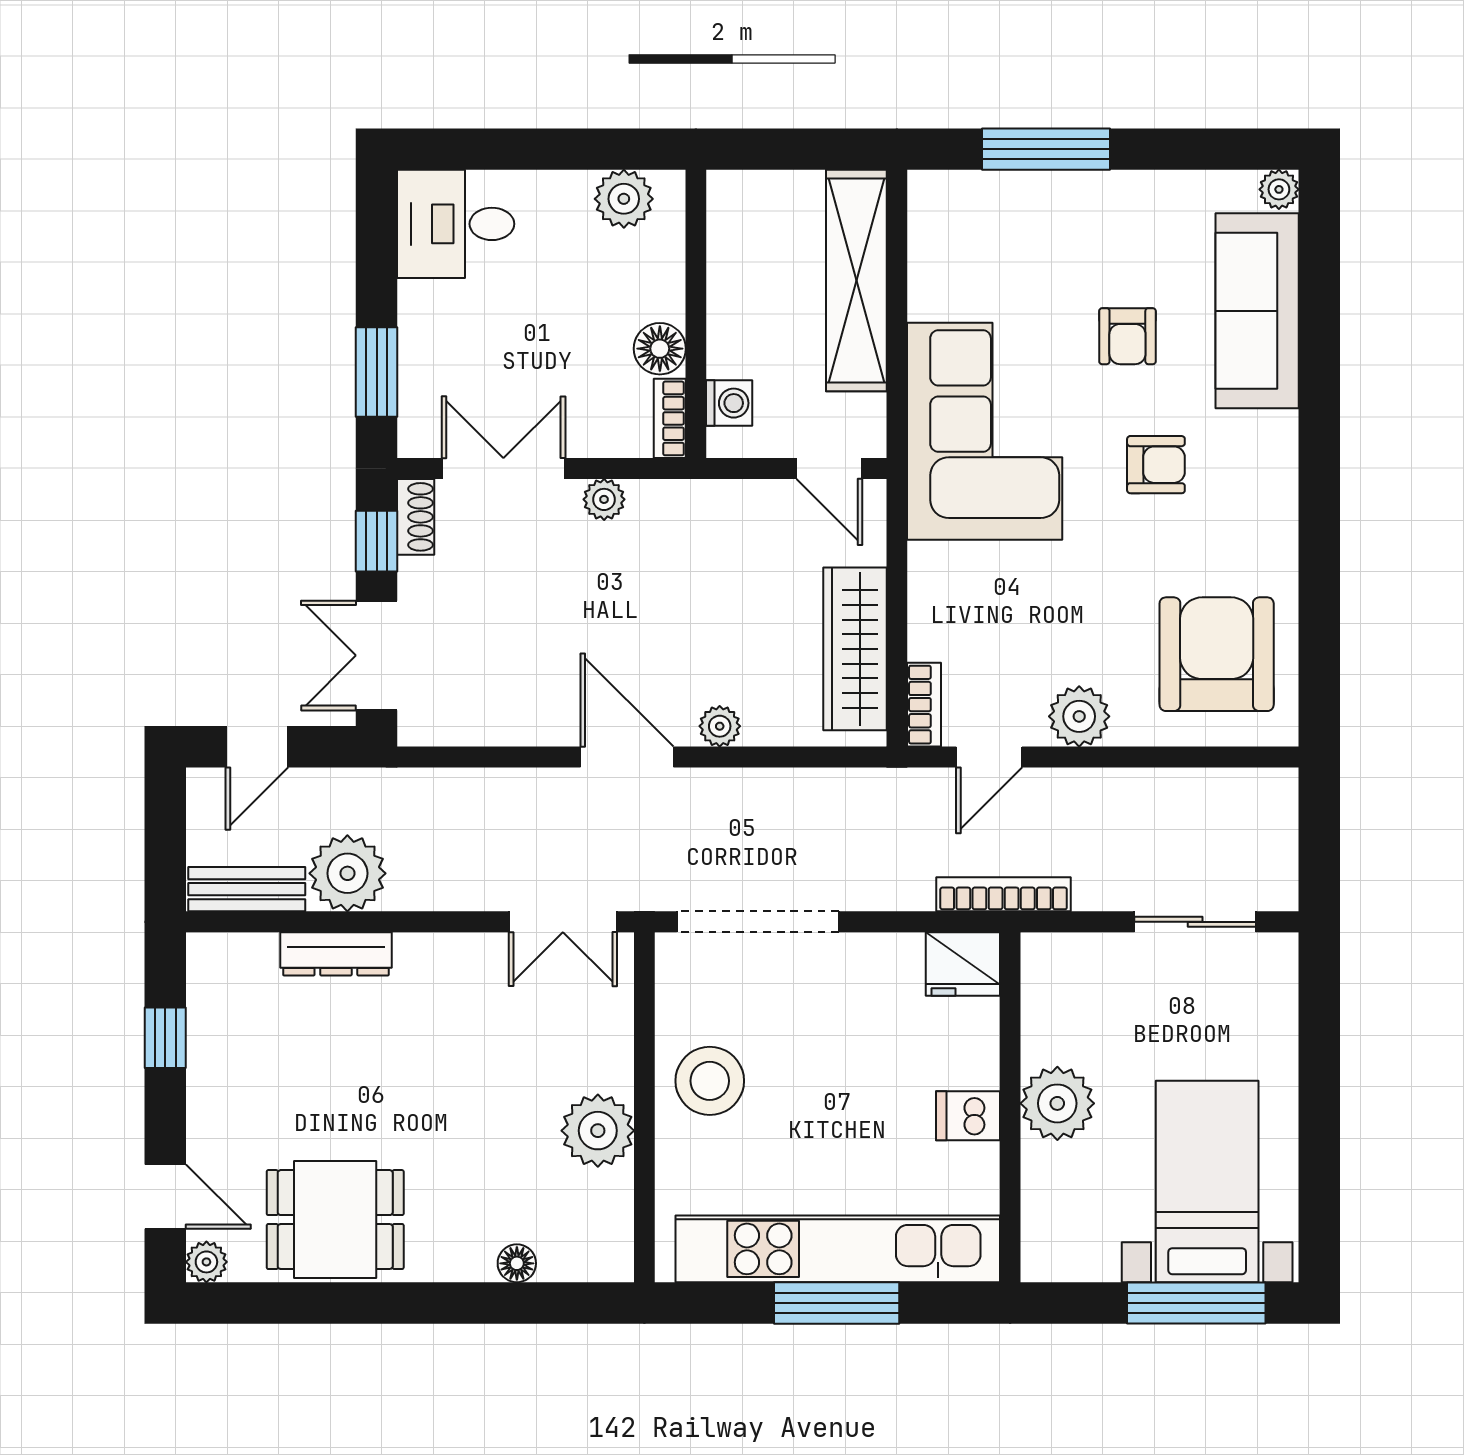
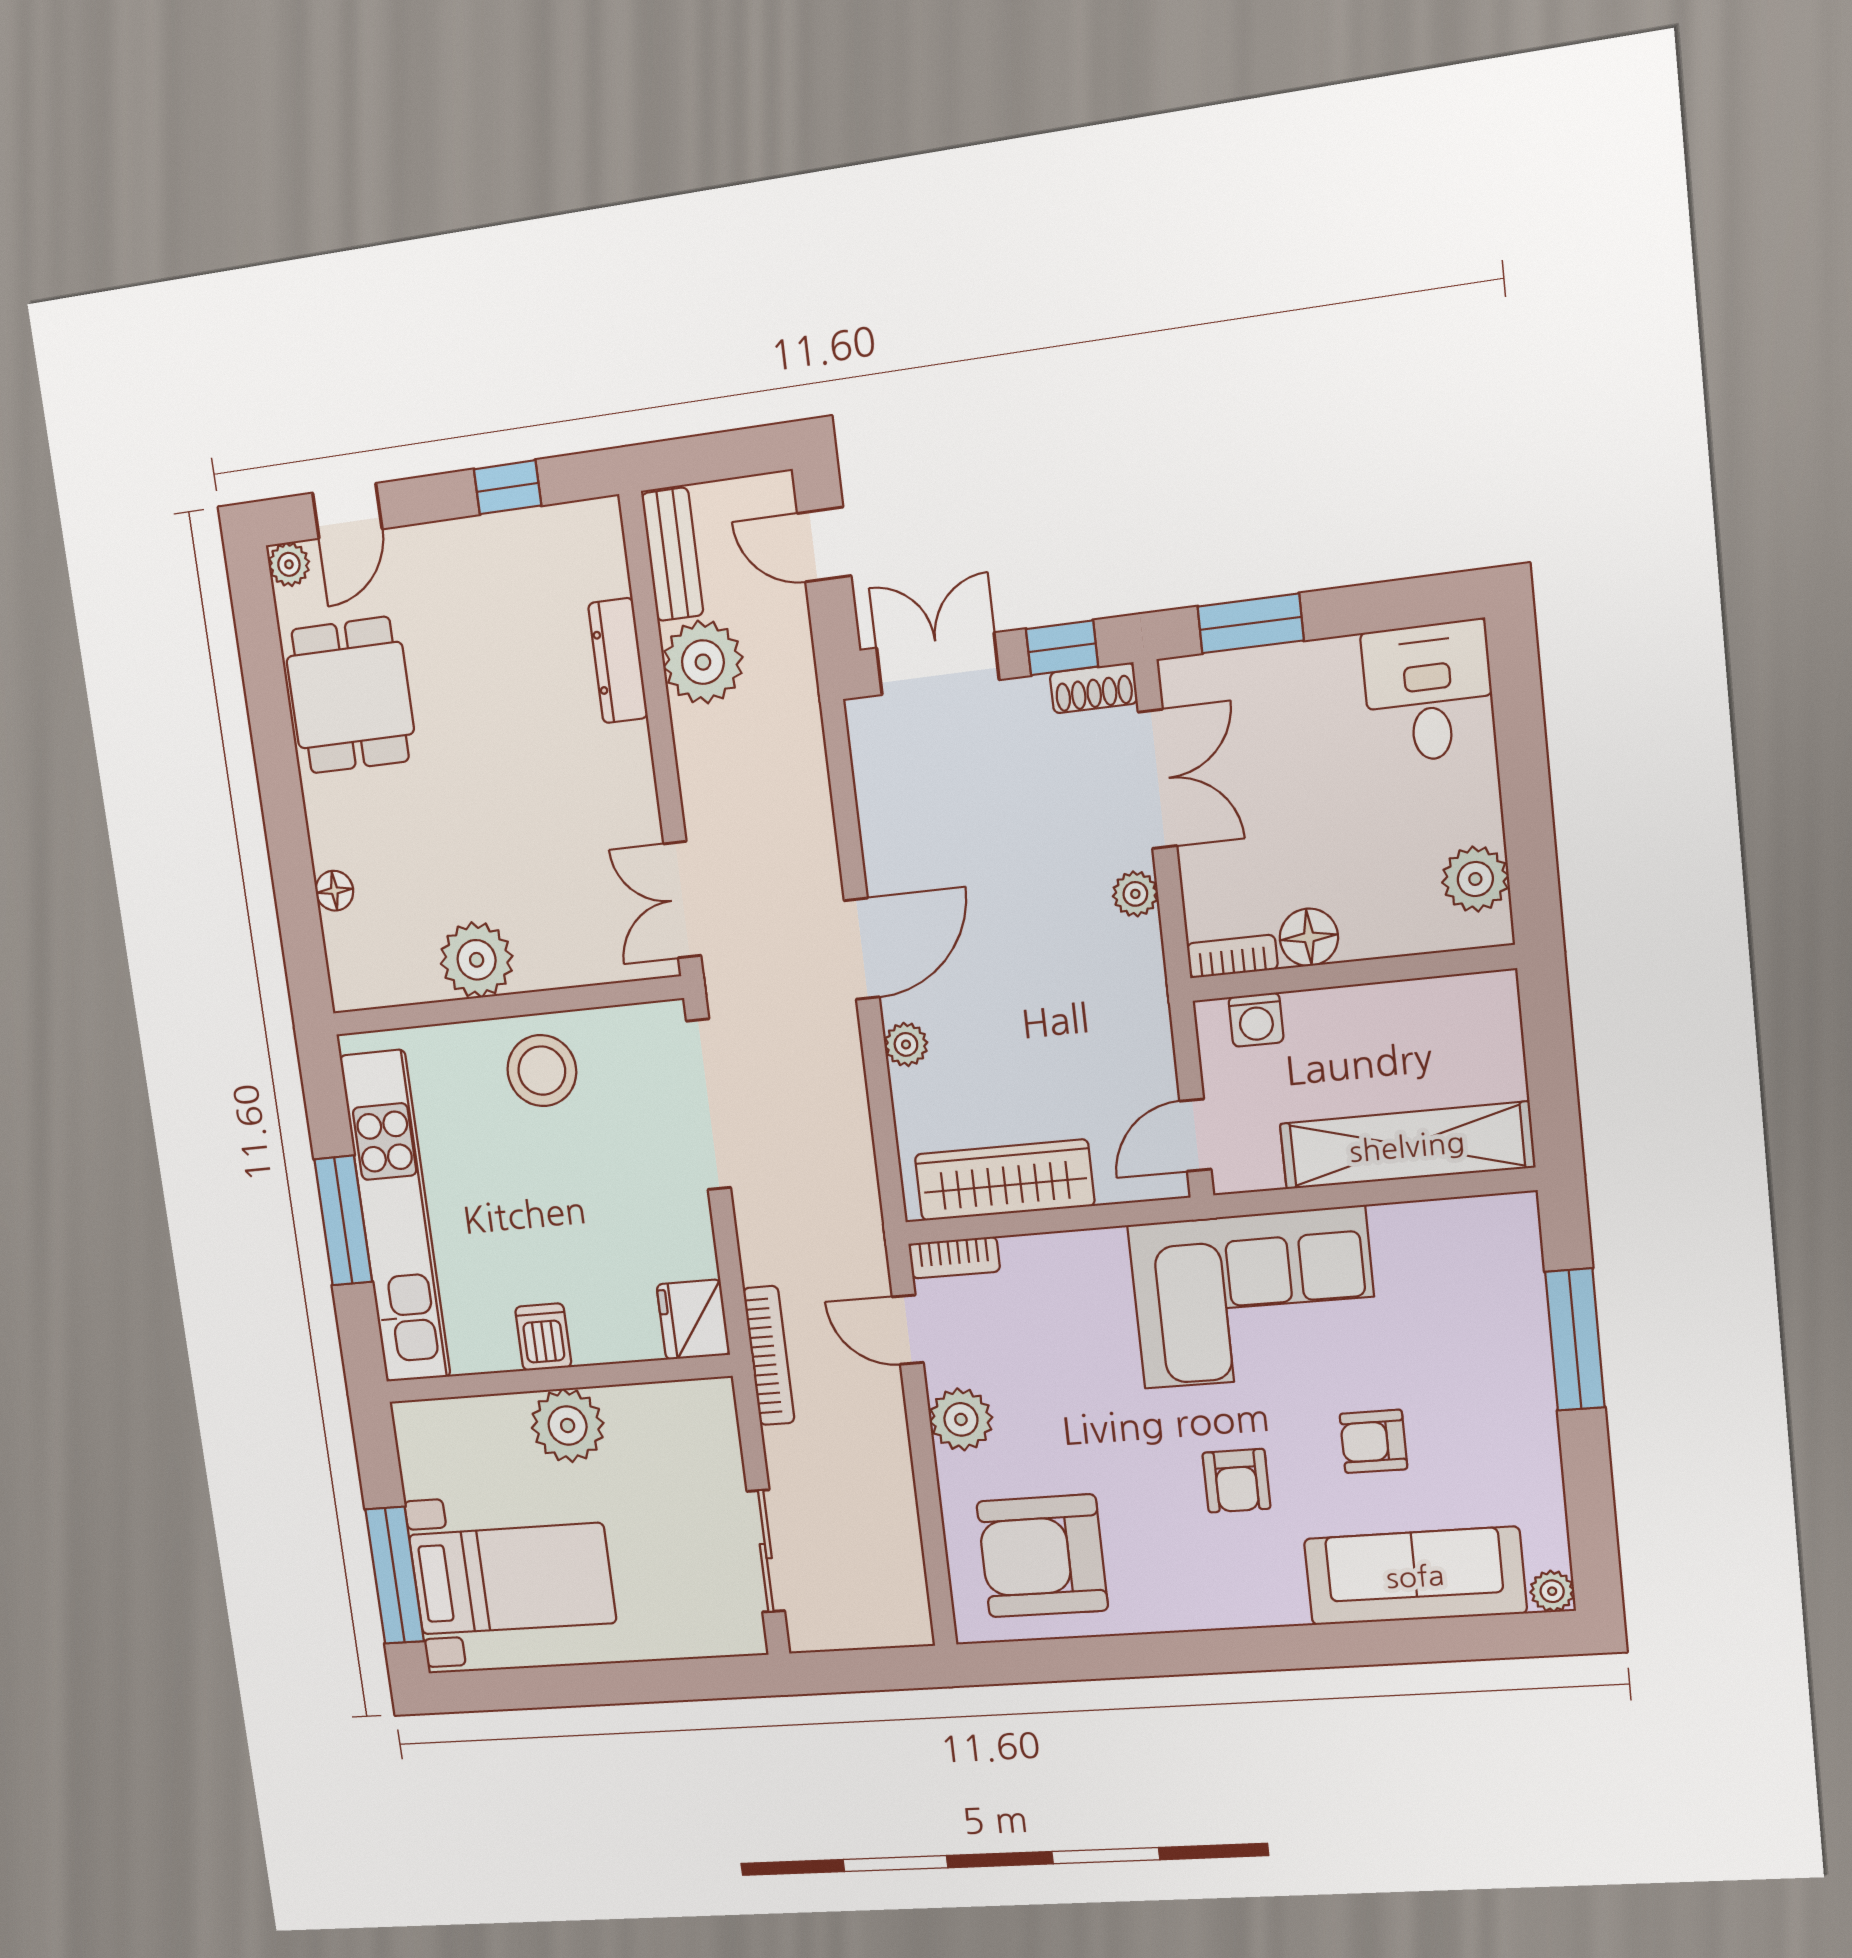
armchair: (1217, 654) -> (1042, 1556), turned 180

